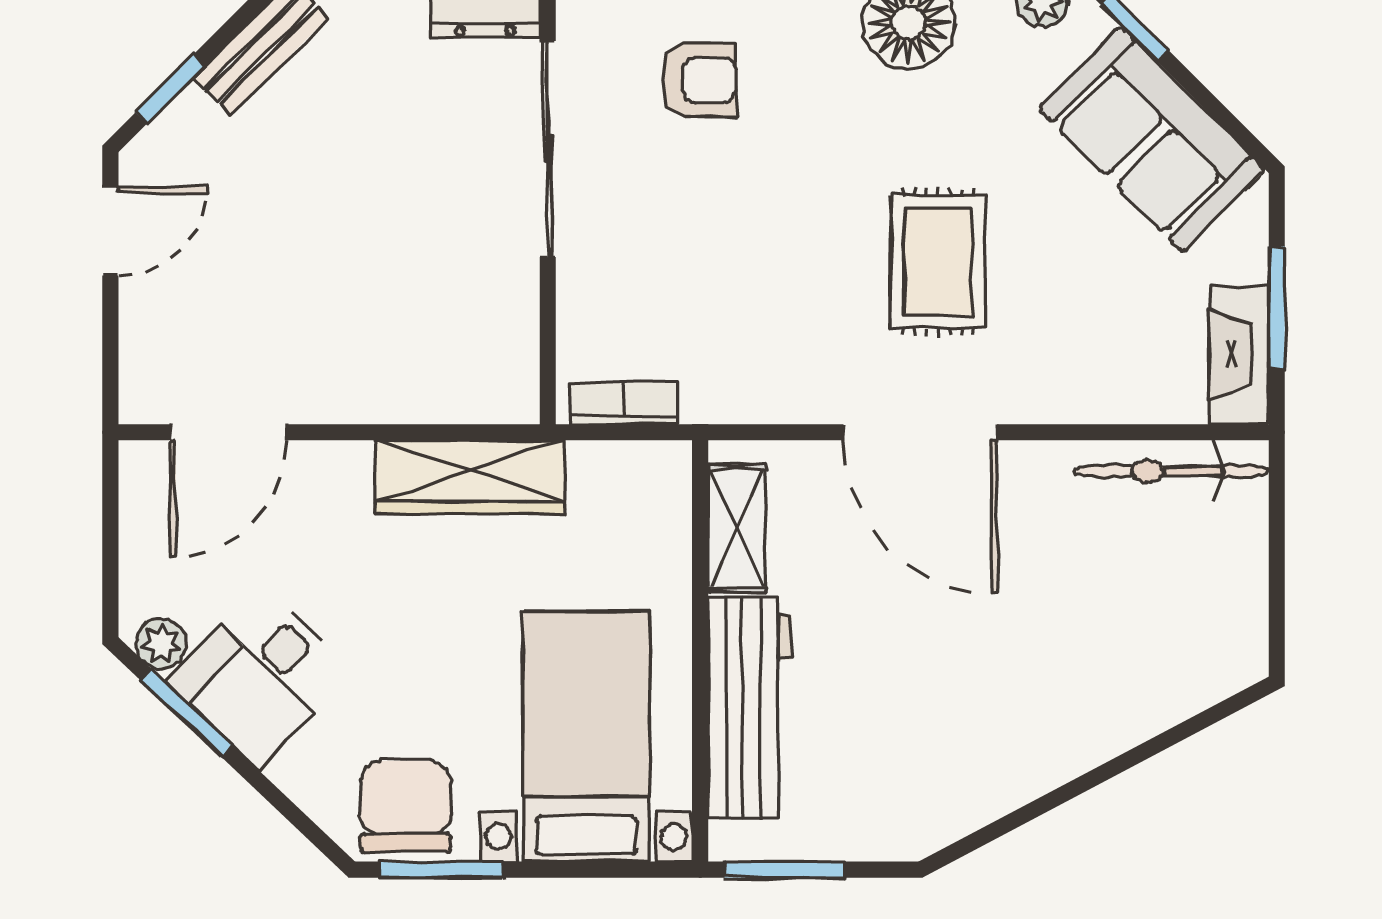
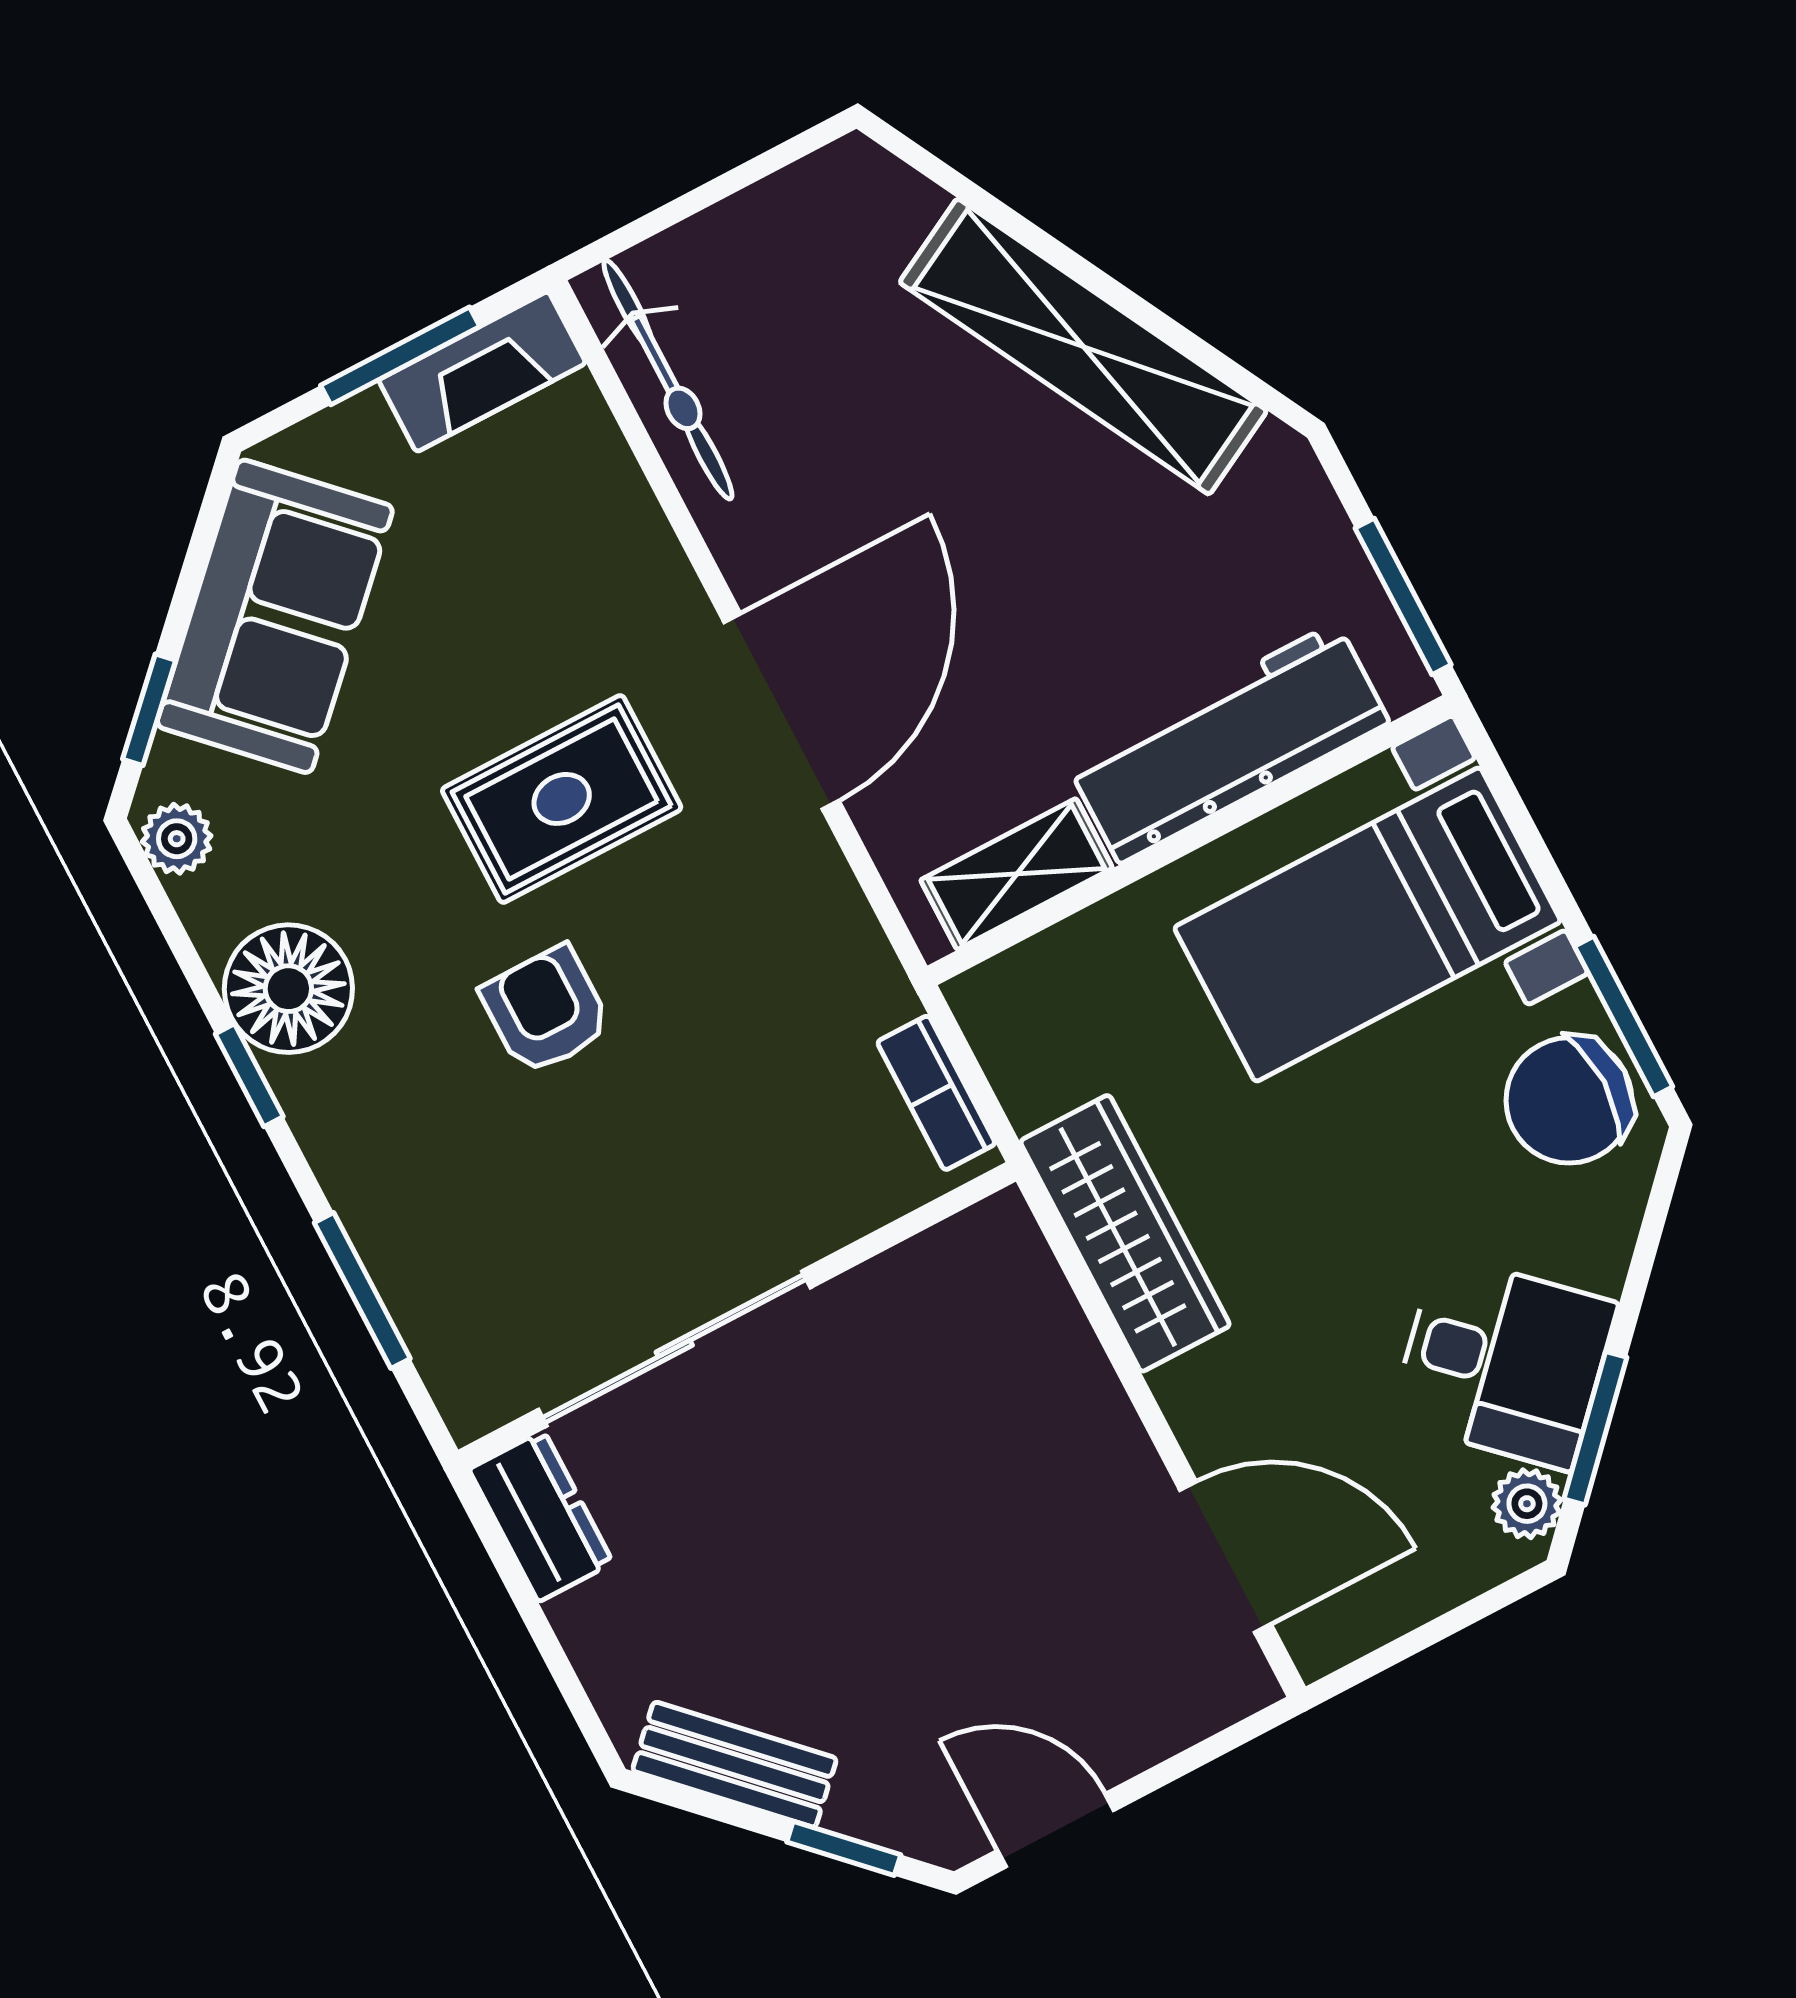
armchair: (699, 80) -> (546, 1010), moved
shelving: (1053, 749) -> (1083, 346), added

